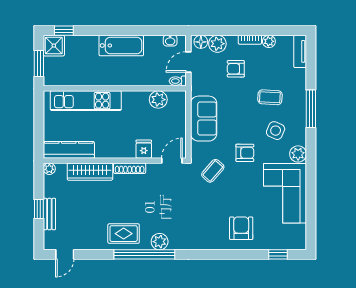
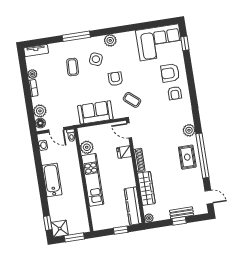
armchair: (236, 69) -> (175, 93), moved
kitchen unit: (86, 101) -> (93, 180), moved
window: (39, 128) -> (121, 230), added
corner sofa: (285, 193) -> (159, 42), moved
window: (144, 254) -> (202, 156), moved

